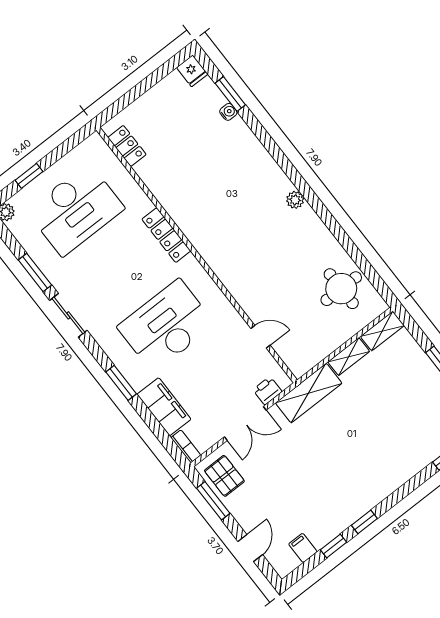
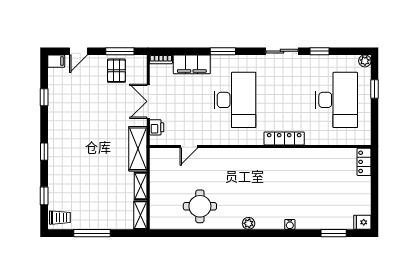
water cooler: (228, 112) -> (290, 224), moved
locker: (127, 146) -> (364, 162), moved, turned 90
desk: (76, 210) -> (336, 100), turned 180
window: (35, 273) -> (320, 51), width x0.67
round table: (341, 289) -> (200, 206), moved
pallet: (224, 476) -> (116, 71), moved, turned 90
window: (364, 522) -> (44, 152), moved
door: (250, 548) -> (78, 51), hinge flipped
filing cabinet: (303, 548) -> (56, 61), moved

